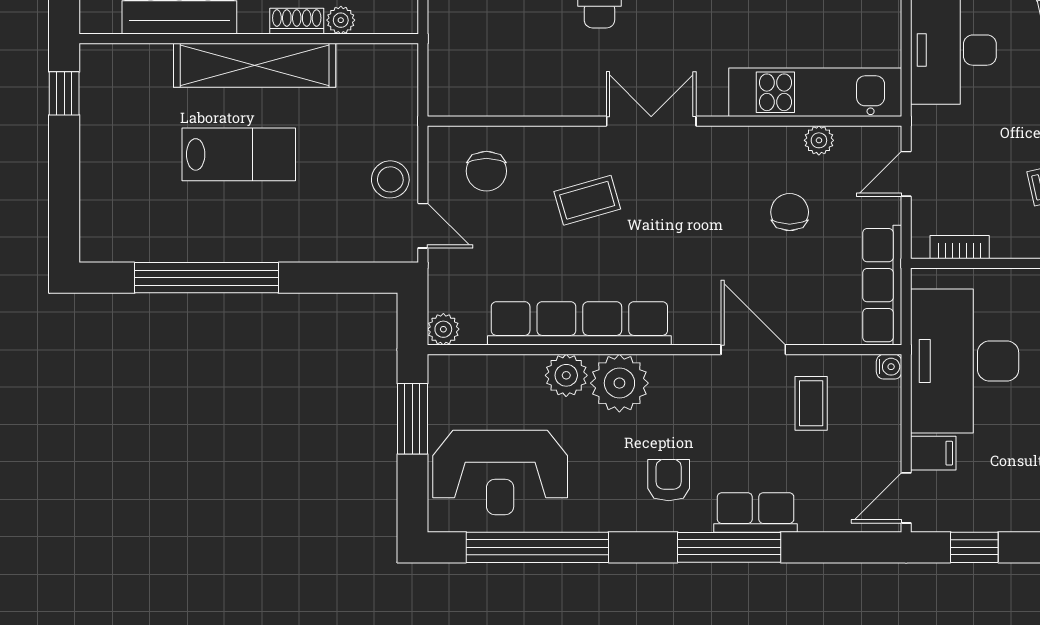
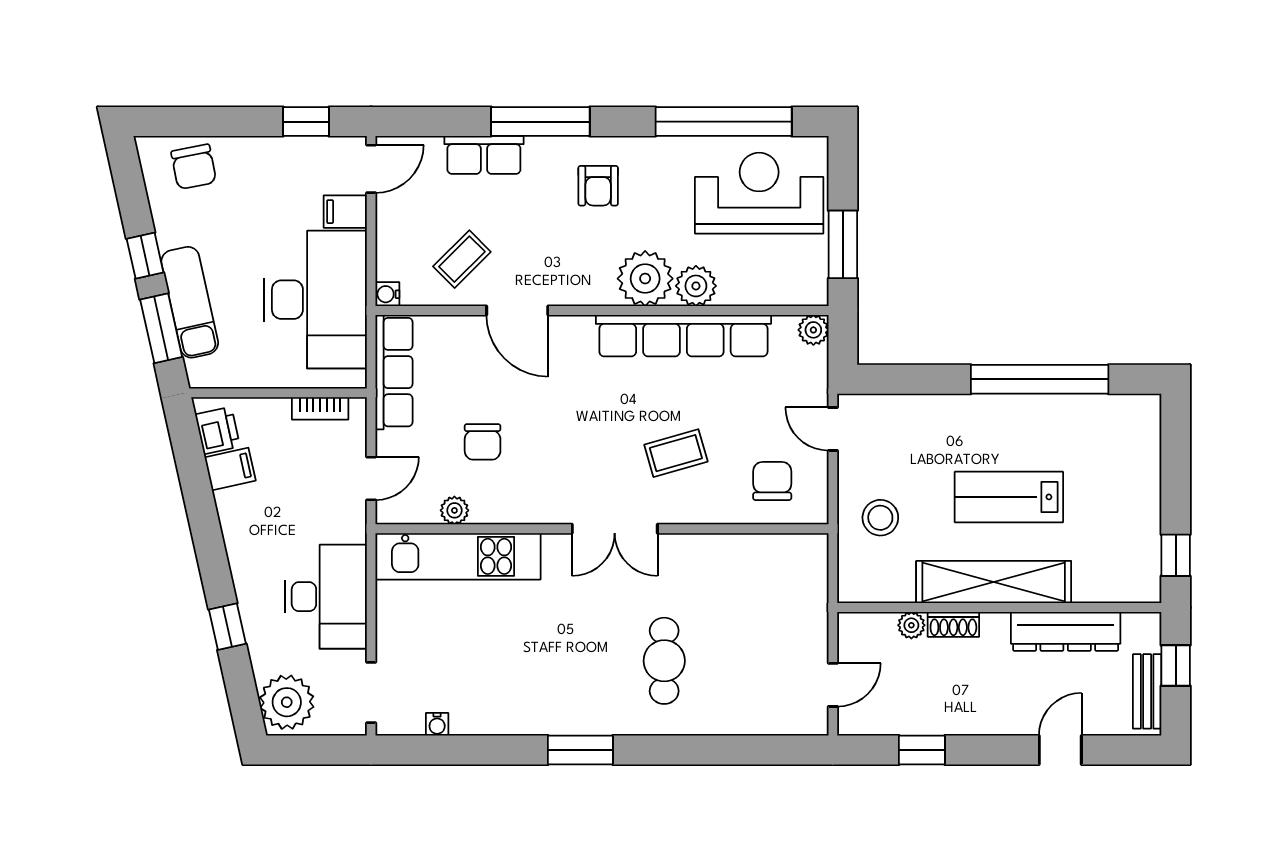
stool: (390, 179) -> (880, 518), moved
coffee table: (811, 403) -> (462, 259), turned 45
row of seats: (756, 512) -> (484, 155), moved

